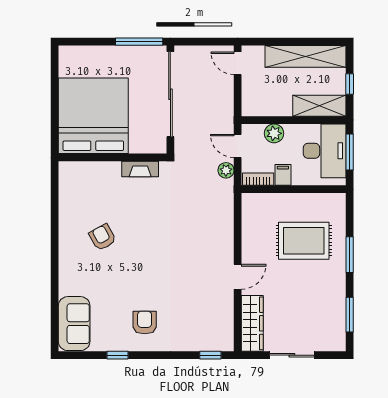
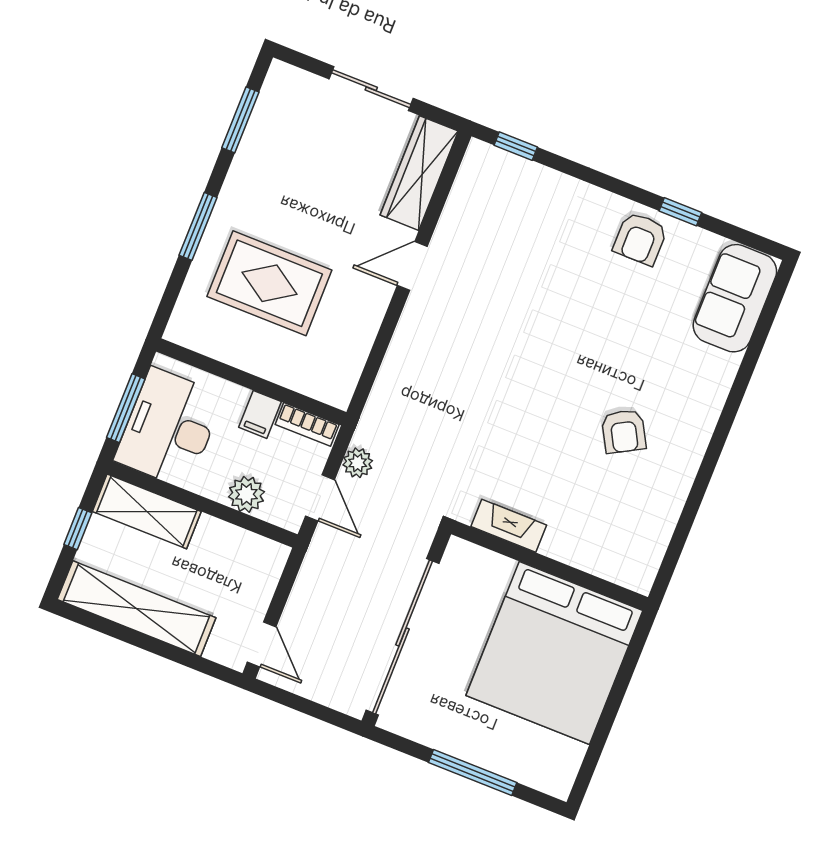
window: (139, 42) -> (473, 773), moved
armchair: (145, 323) -> (640, 239), moved

